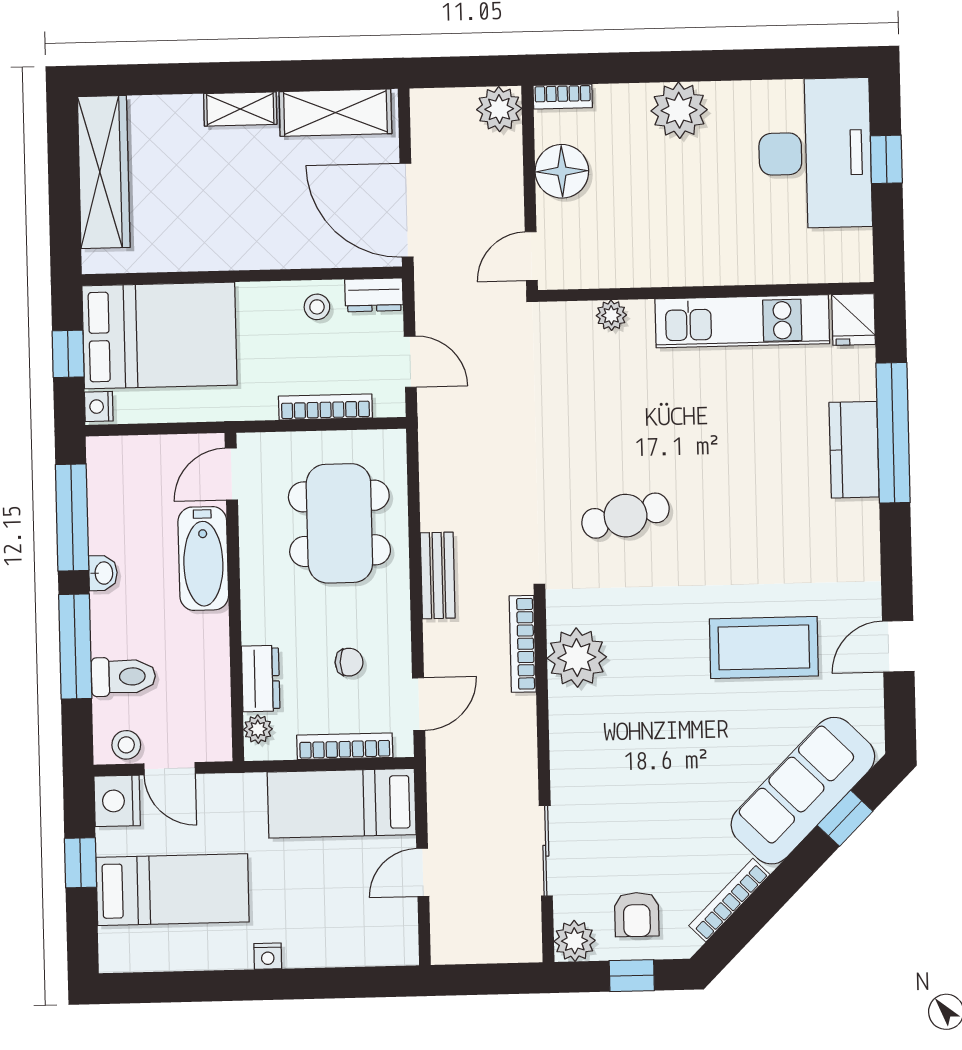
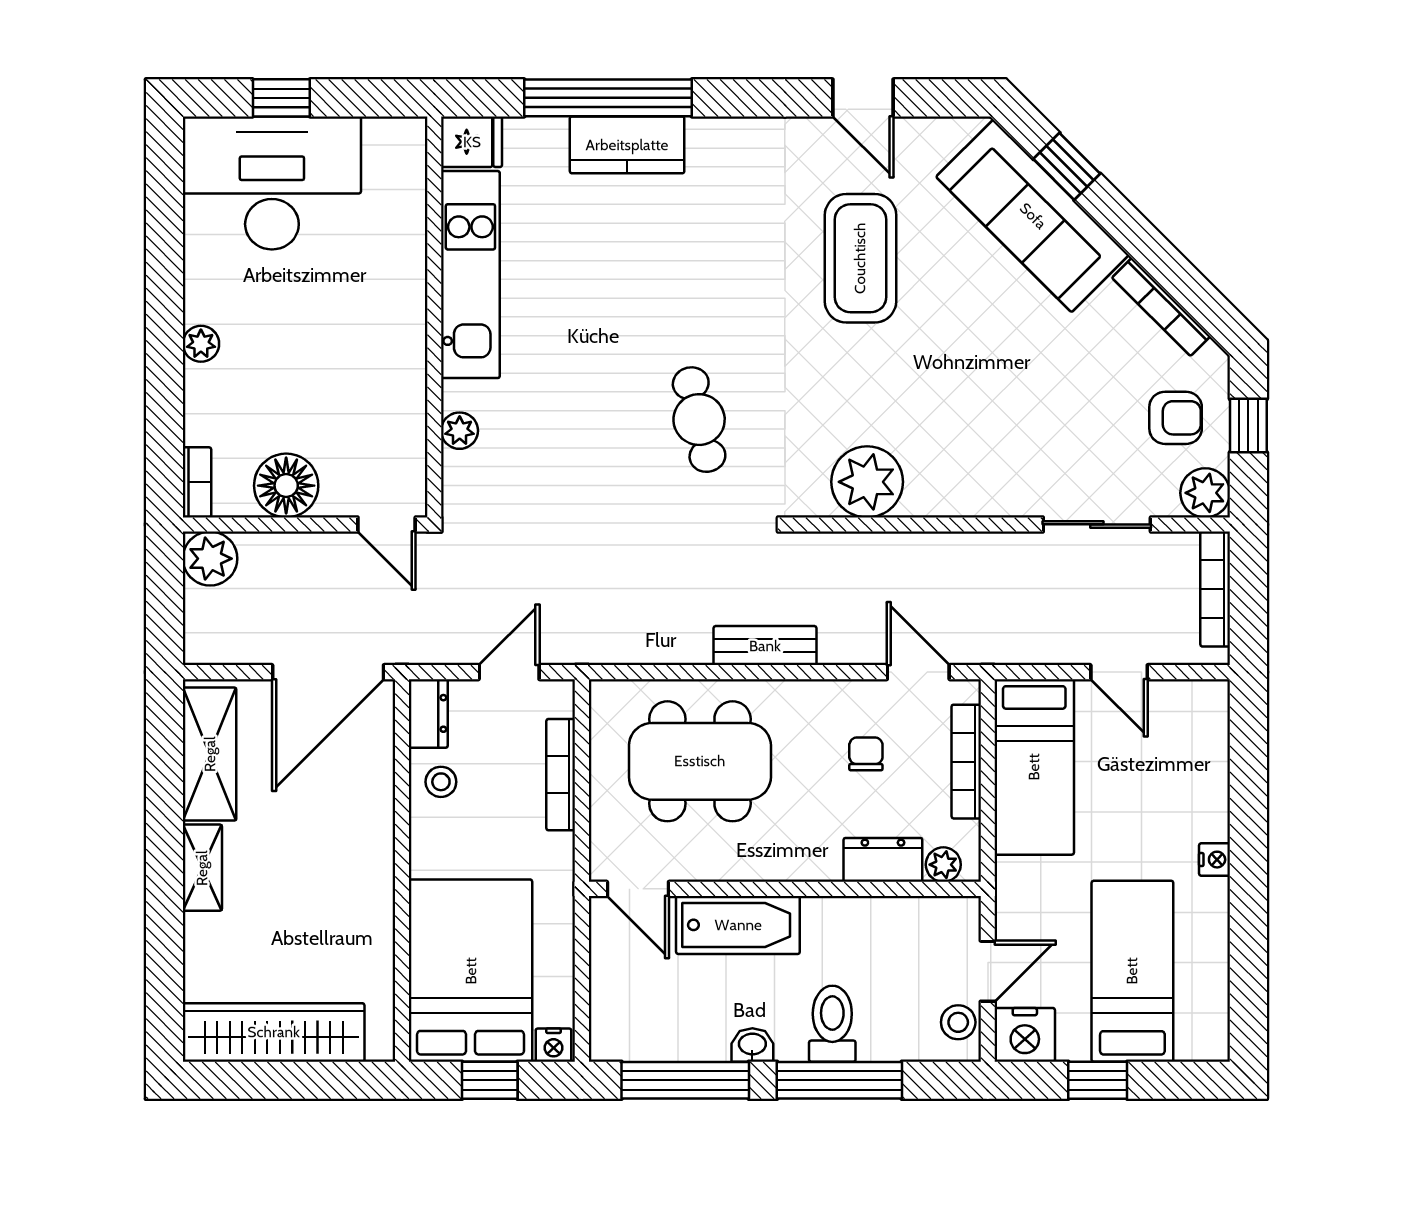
plant: (679, 110) -> (201, 344), width x0.53, depth x0.53
bookcase: (523, 644) -> (1215, 589), moved, turned 90
toilet: (123, 677) -> (832, 1024), moved

